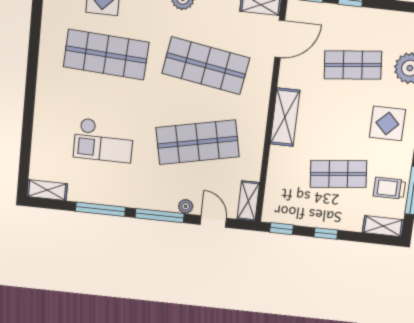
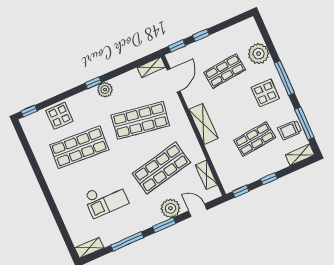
shelving: (248, 201) -> (206, 175), moved
plant: (186, 206) -> (170, 208), width x1.87, depth x1.87
window: (160, 216) -> (164, 225), width x0.69

